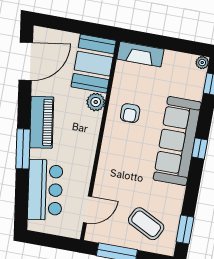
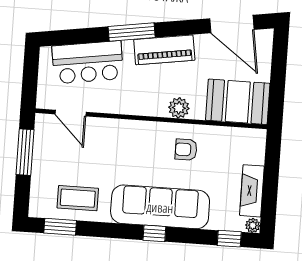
fireplace: (140, 54) -> (252, 191), moved
plant: (96, 102) -> (179, 108), moved
coffee table: (146, 224) -> (78, 198), moved, turned 63

